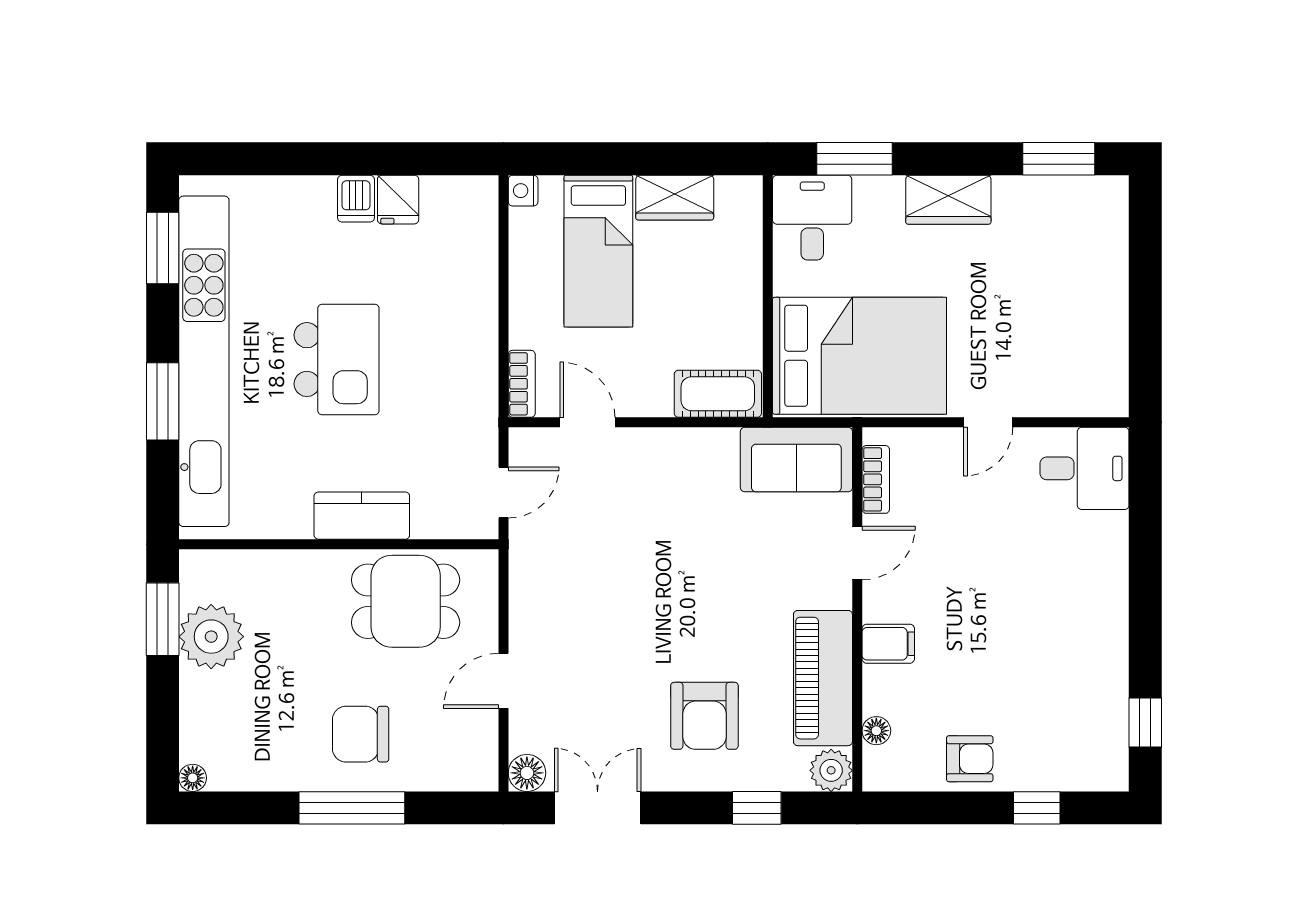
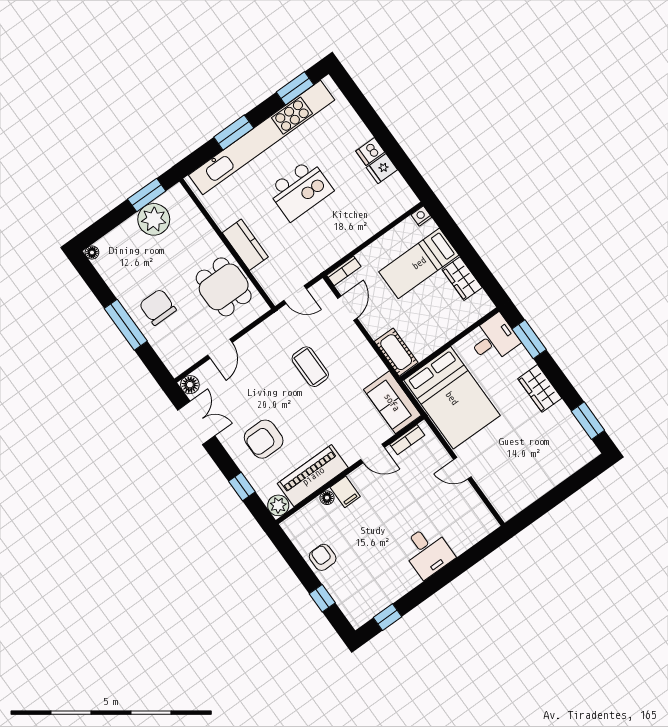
desk: (1085, 468) -> (427, 552), moved
coffee table: (640, 553) -> (310, 367), added
door: (503, 681) -> (220, 349), swing flipped
floor lamp: (876, 731) -> (327, 498), moved
armchair: (970, 759) -> (323, 557), turned 180

